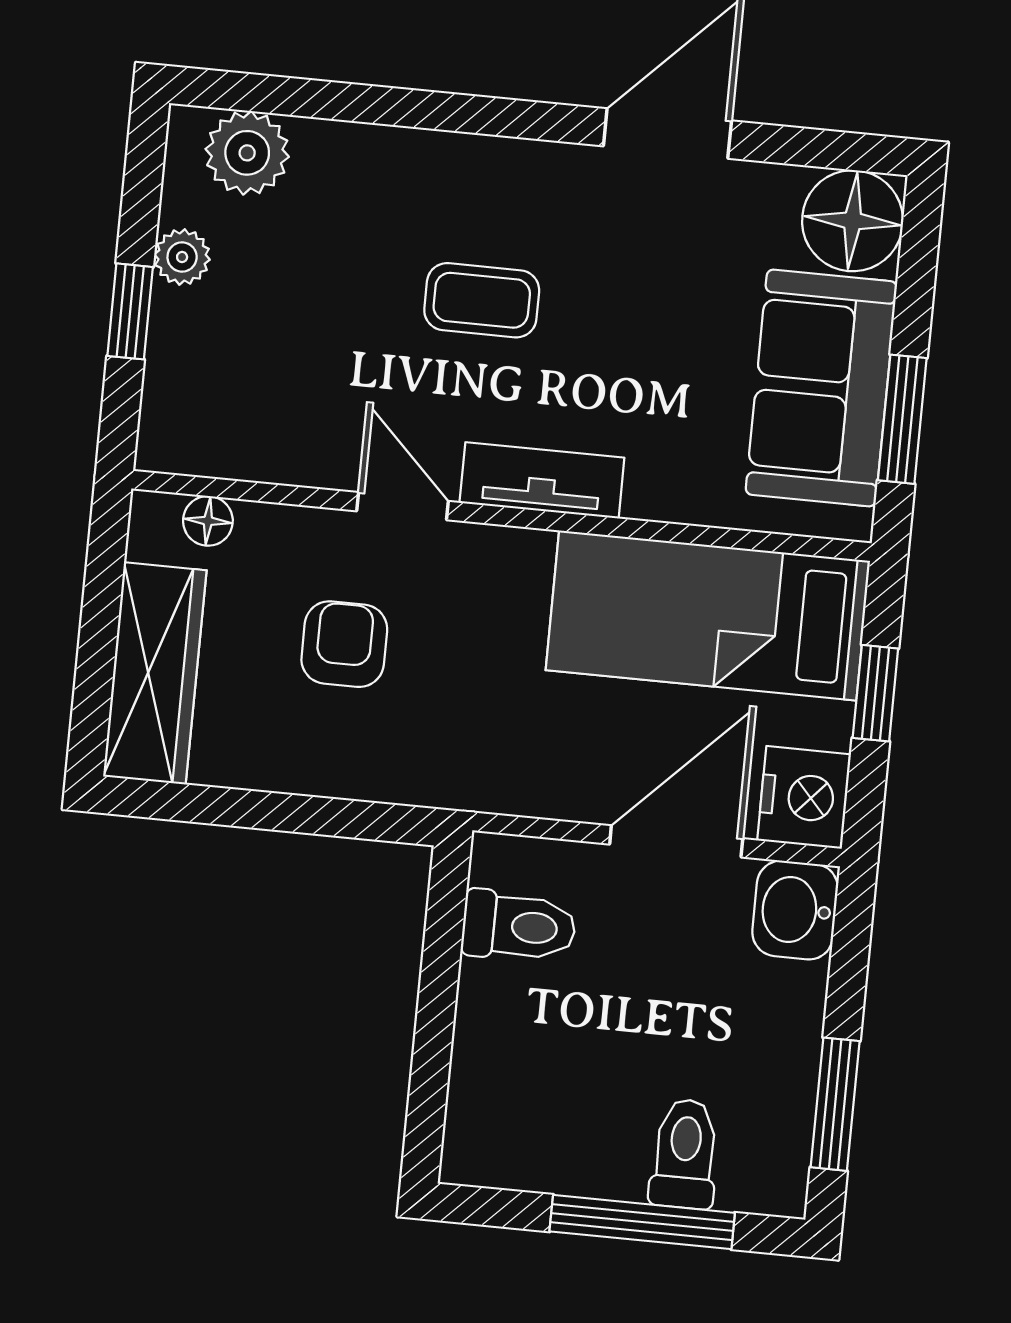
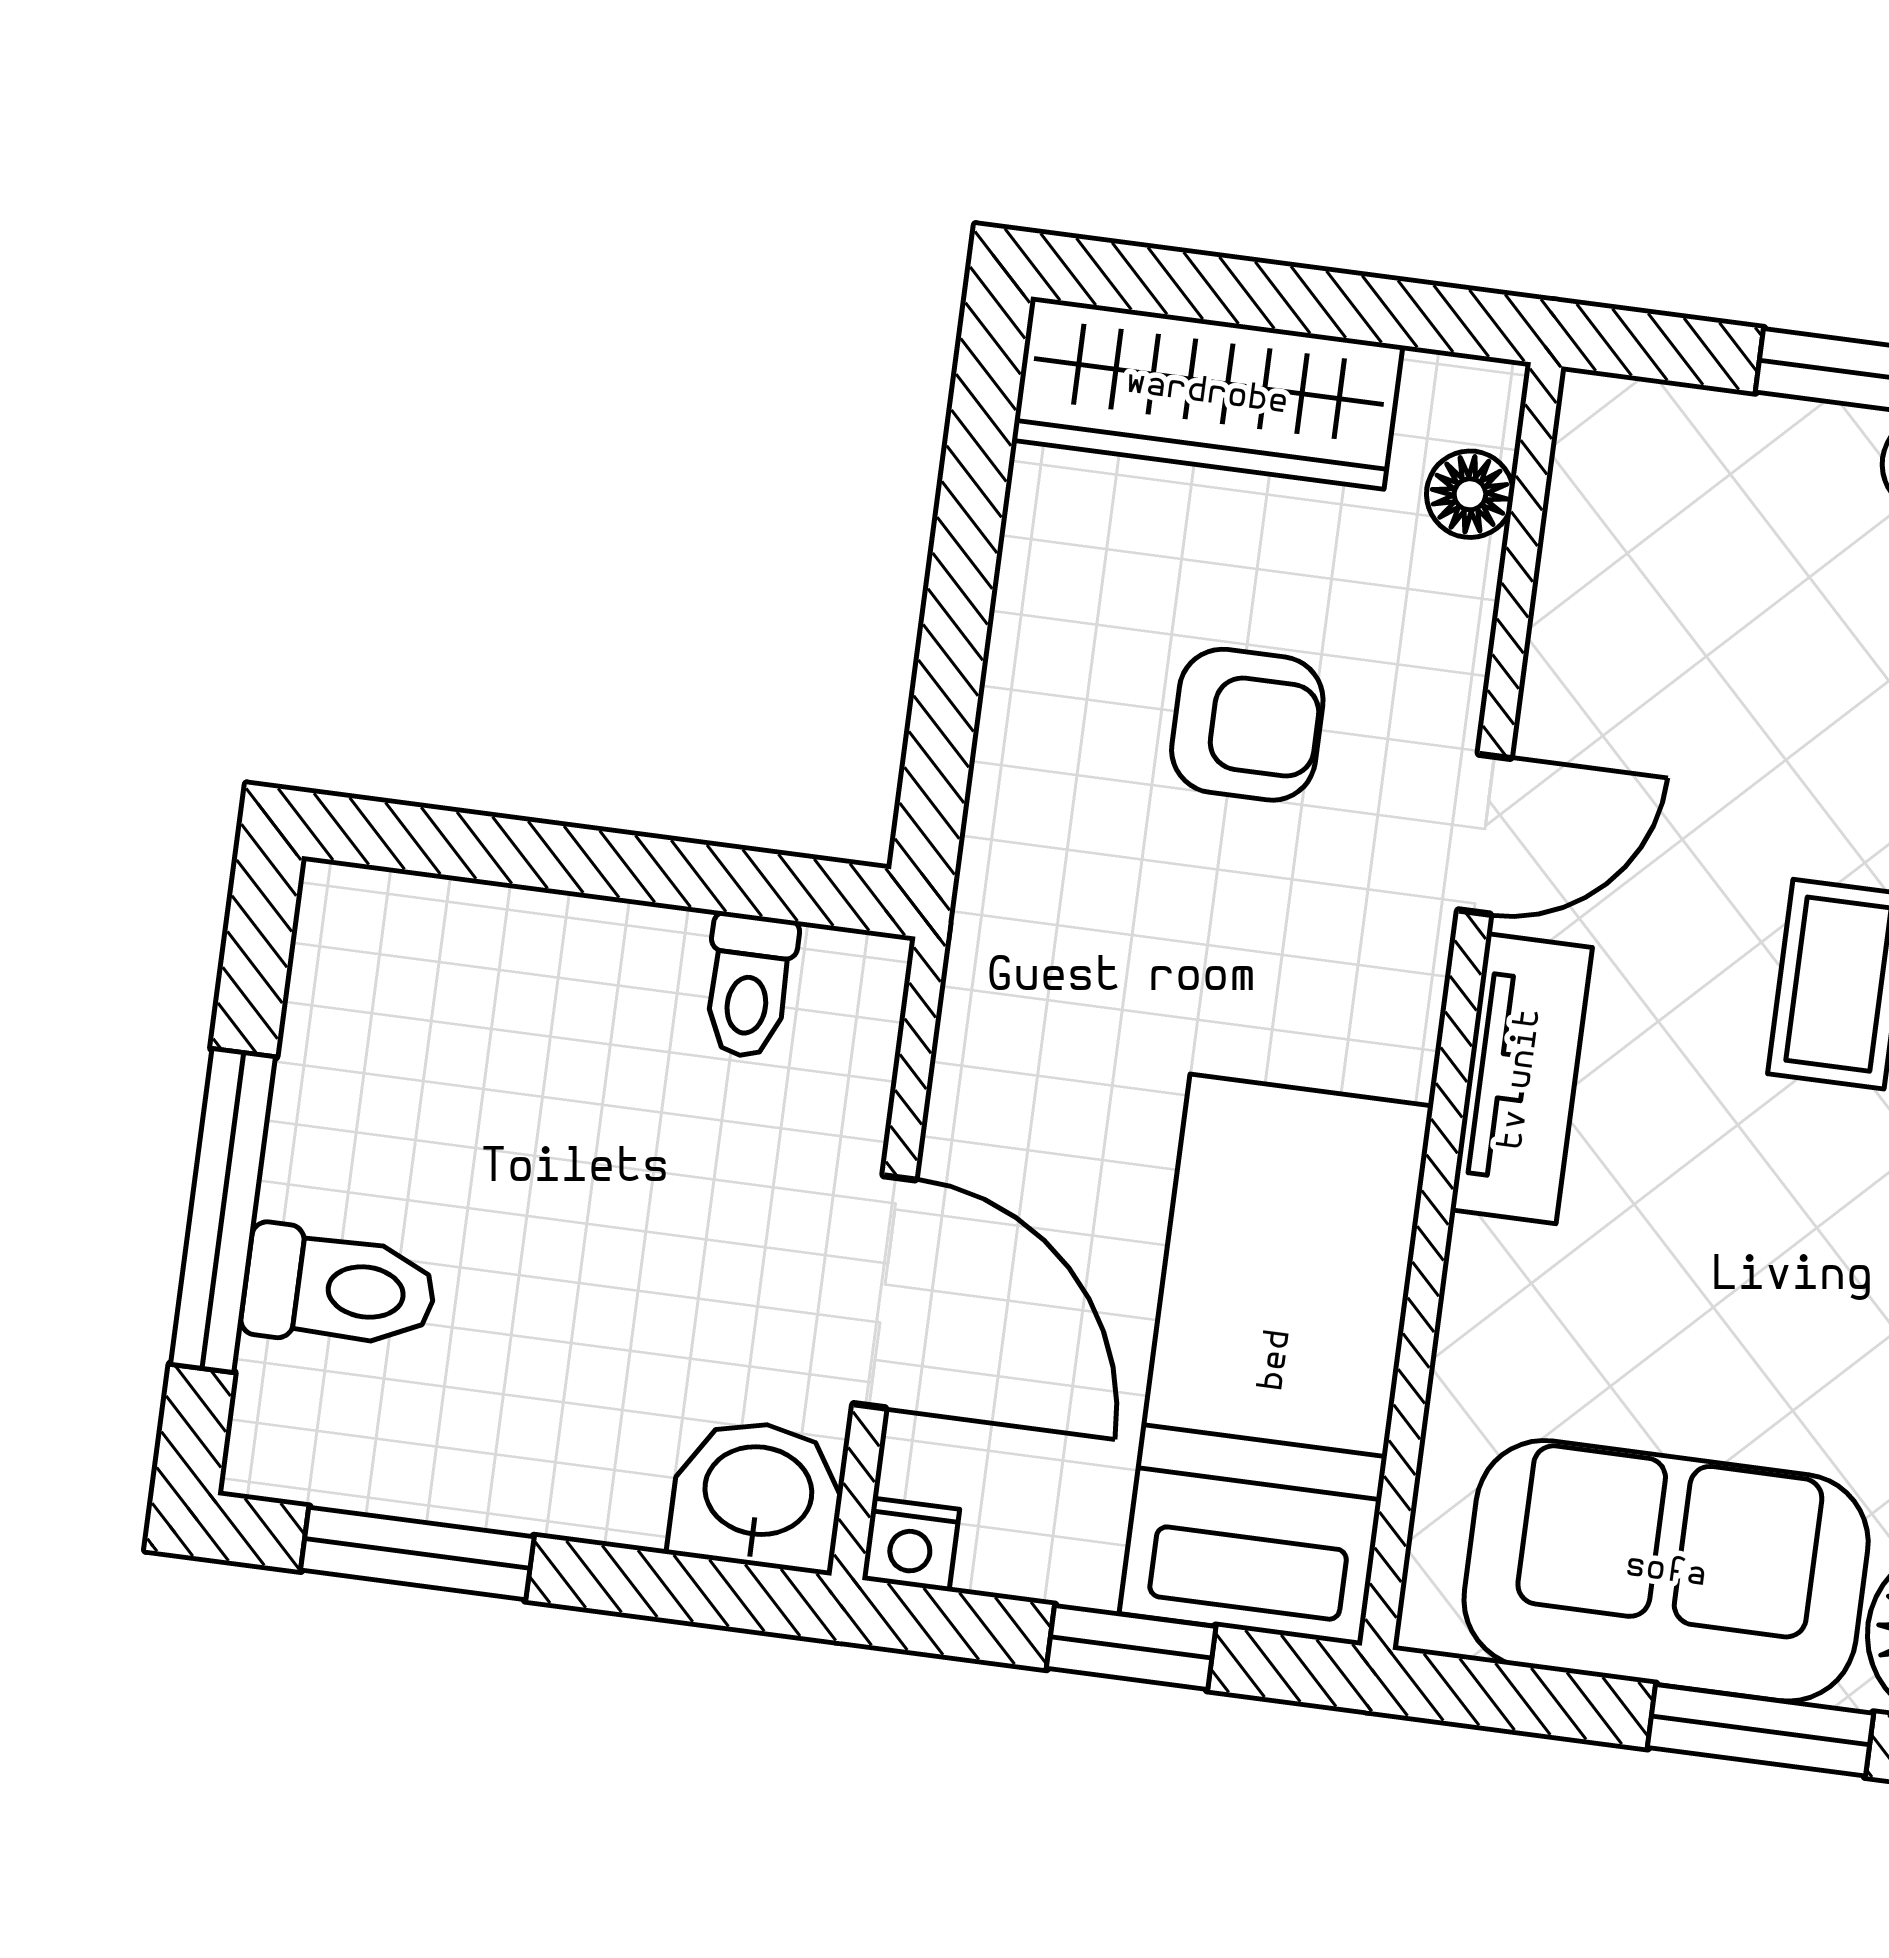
window: (902, 419) -> (1760, 1730), moved
nightstand: (804, 797) -> (911, 1545), width x0.53, depth x0.56
toilet: (519, 926) -> (749, 986), width x0.73, depth x0.72

